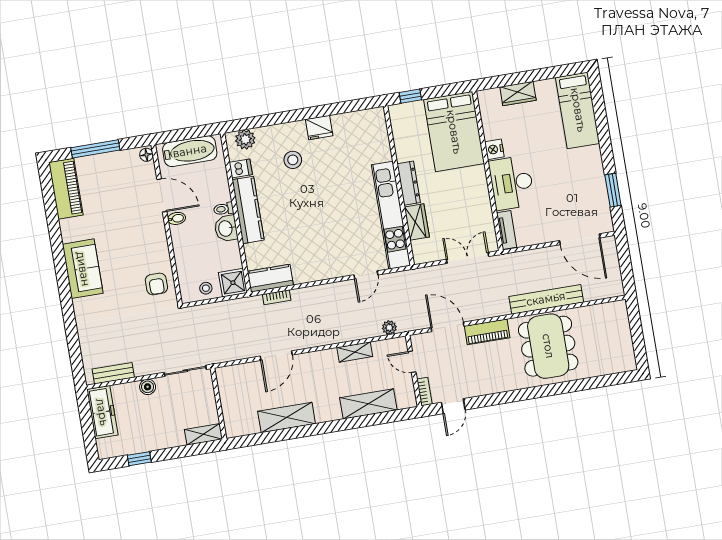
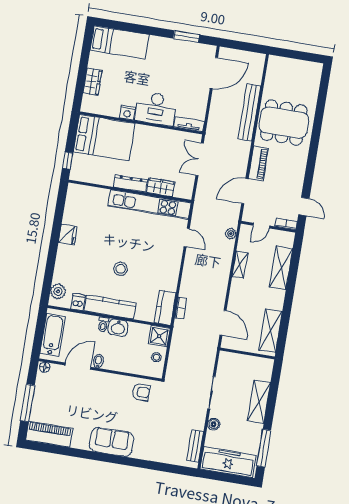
stool: (293, 160) -> (121, 269), moved
wall: (218, 404) -> (247, 354), moved
freezer: (102, 412) -> (228, 462), width x1.36, depth x1.26
shelving: (204, 434) -> (259, 402), width x1.50, depth x1.33
window: (139, 459) -> (264, 448), width x2.17

